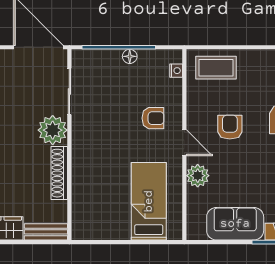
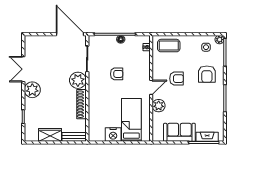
armchair: (153, 118) -> (117, 74), moved
armchair: (230, 127) -> (176, 79), turned 90
door: (184, 143) -> (151, 87), hinge flipped
nightstand: (116, 228) -> (113, 135), added

